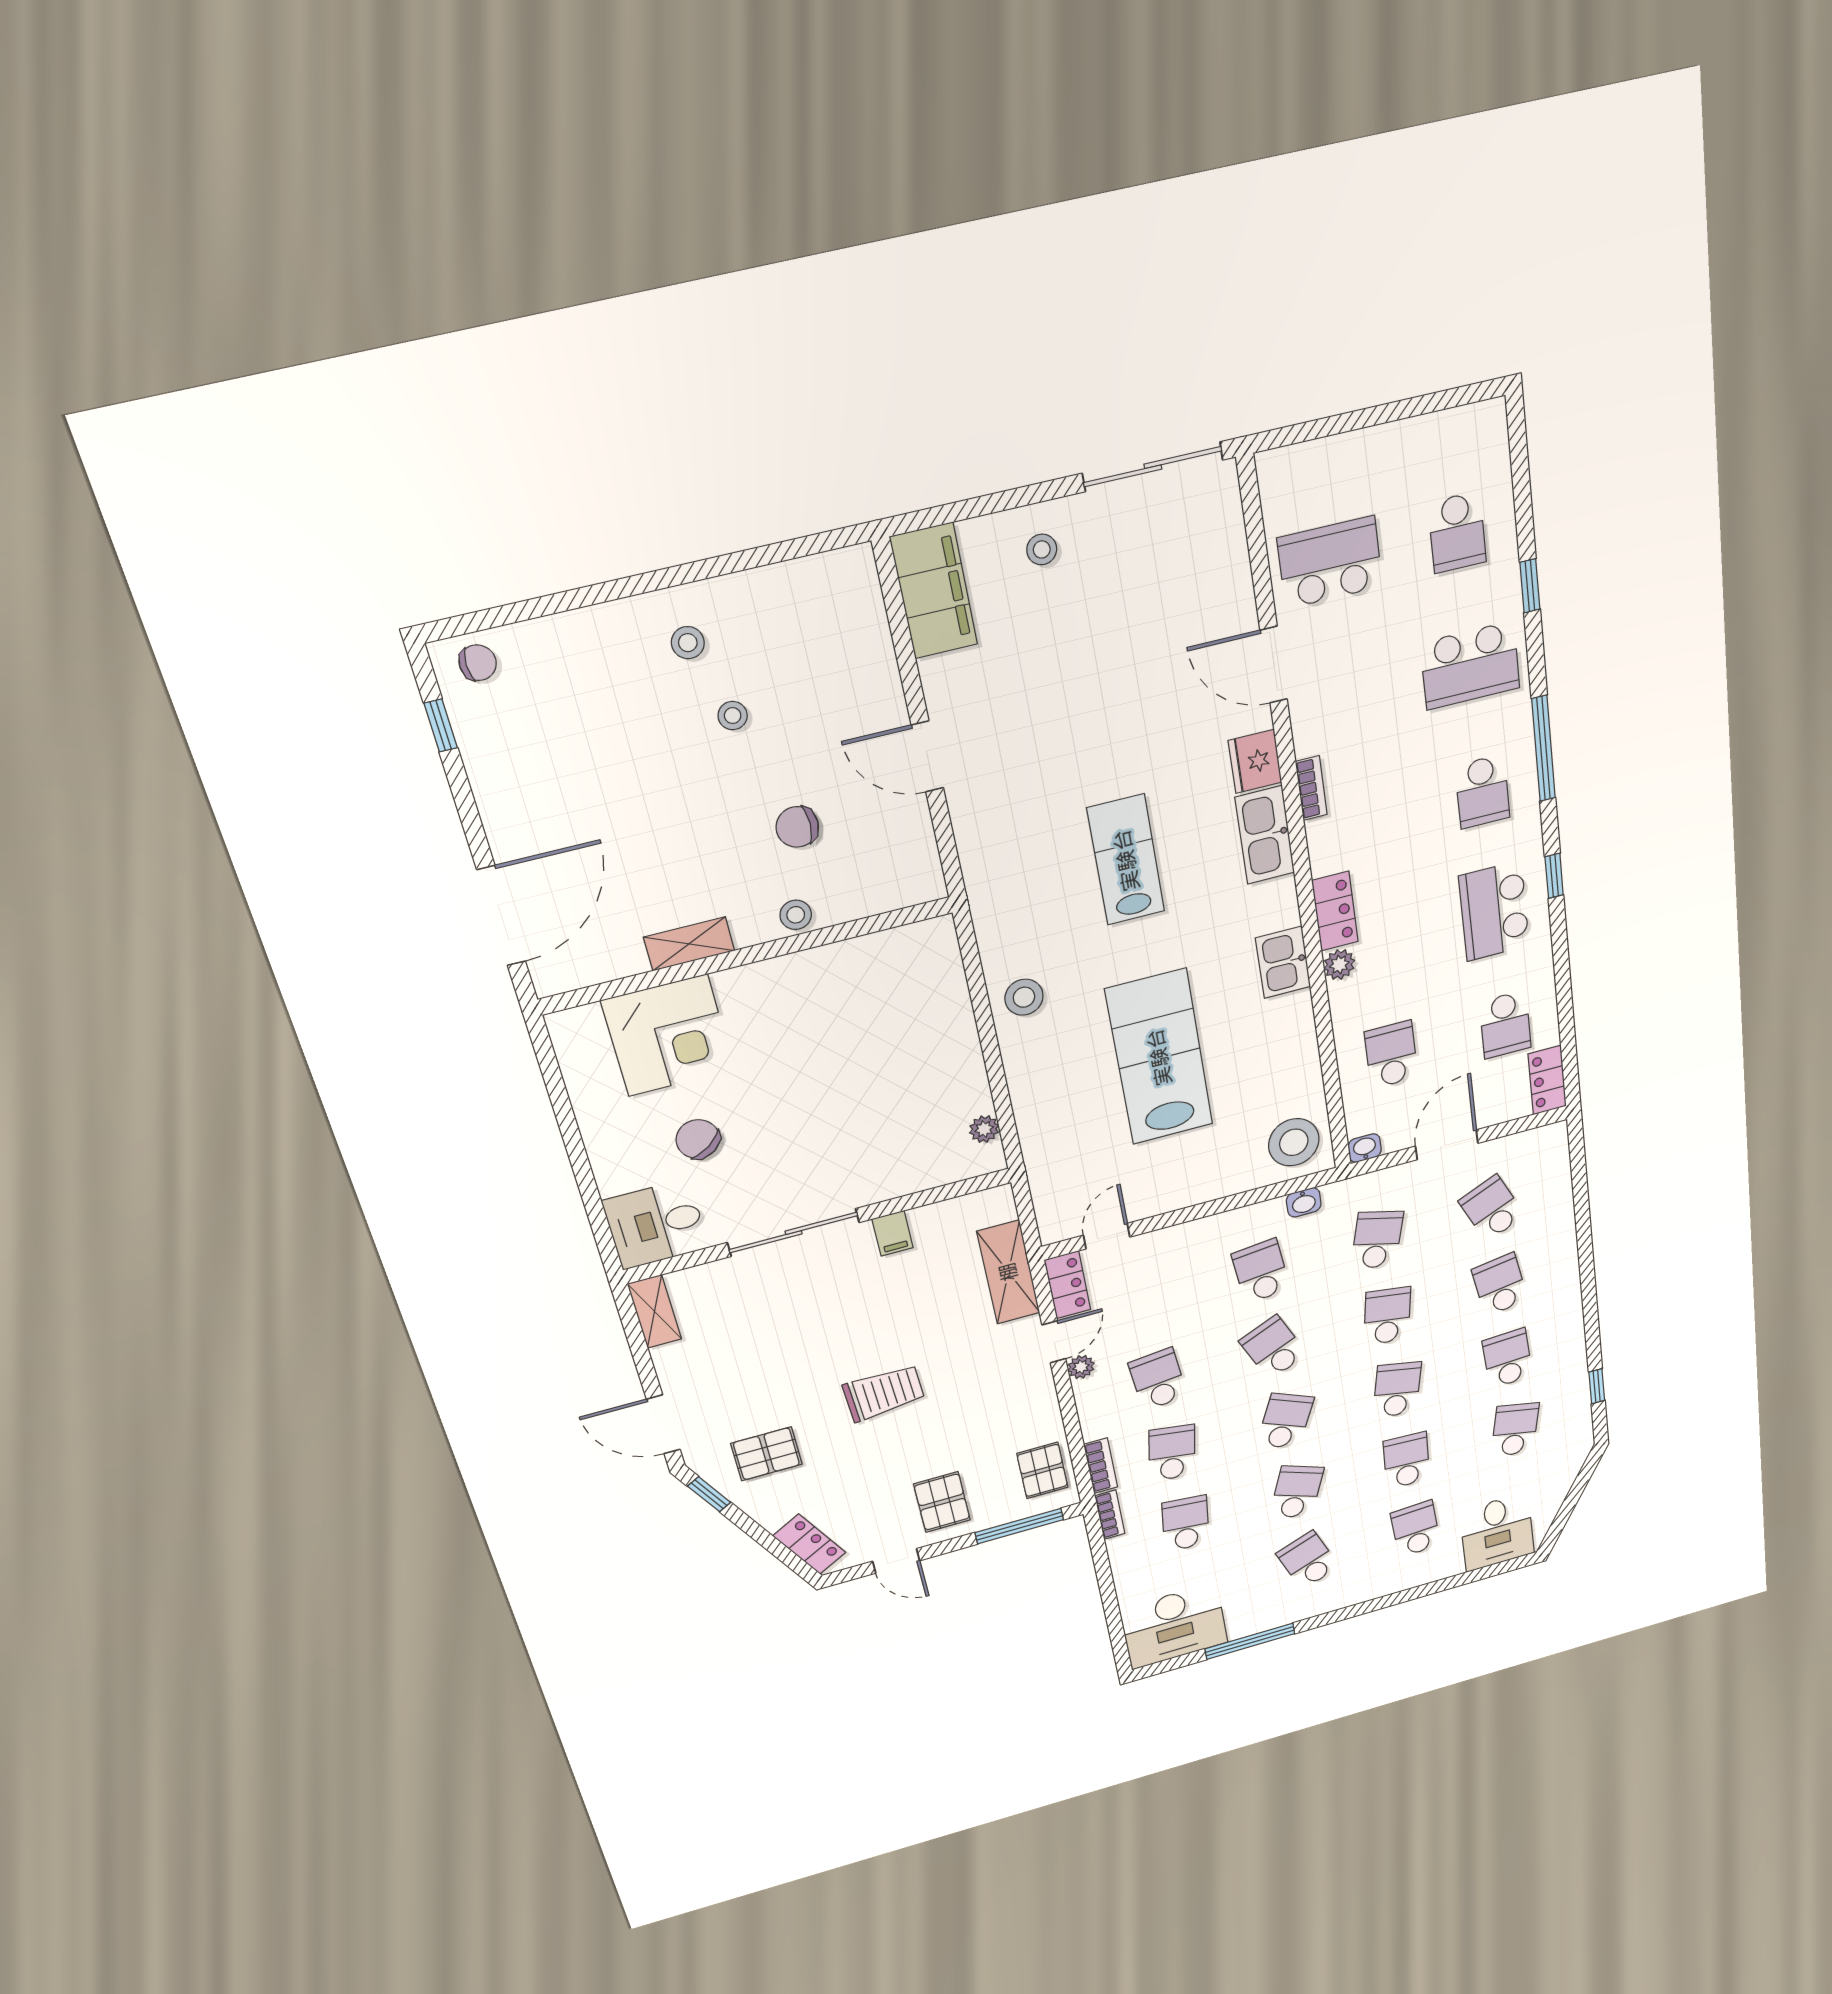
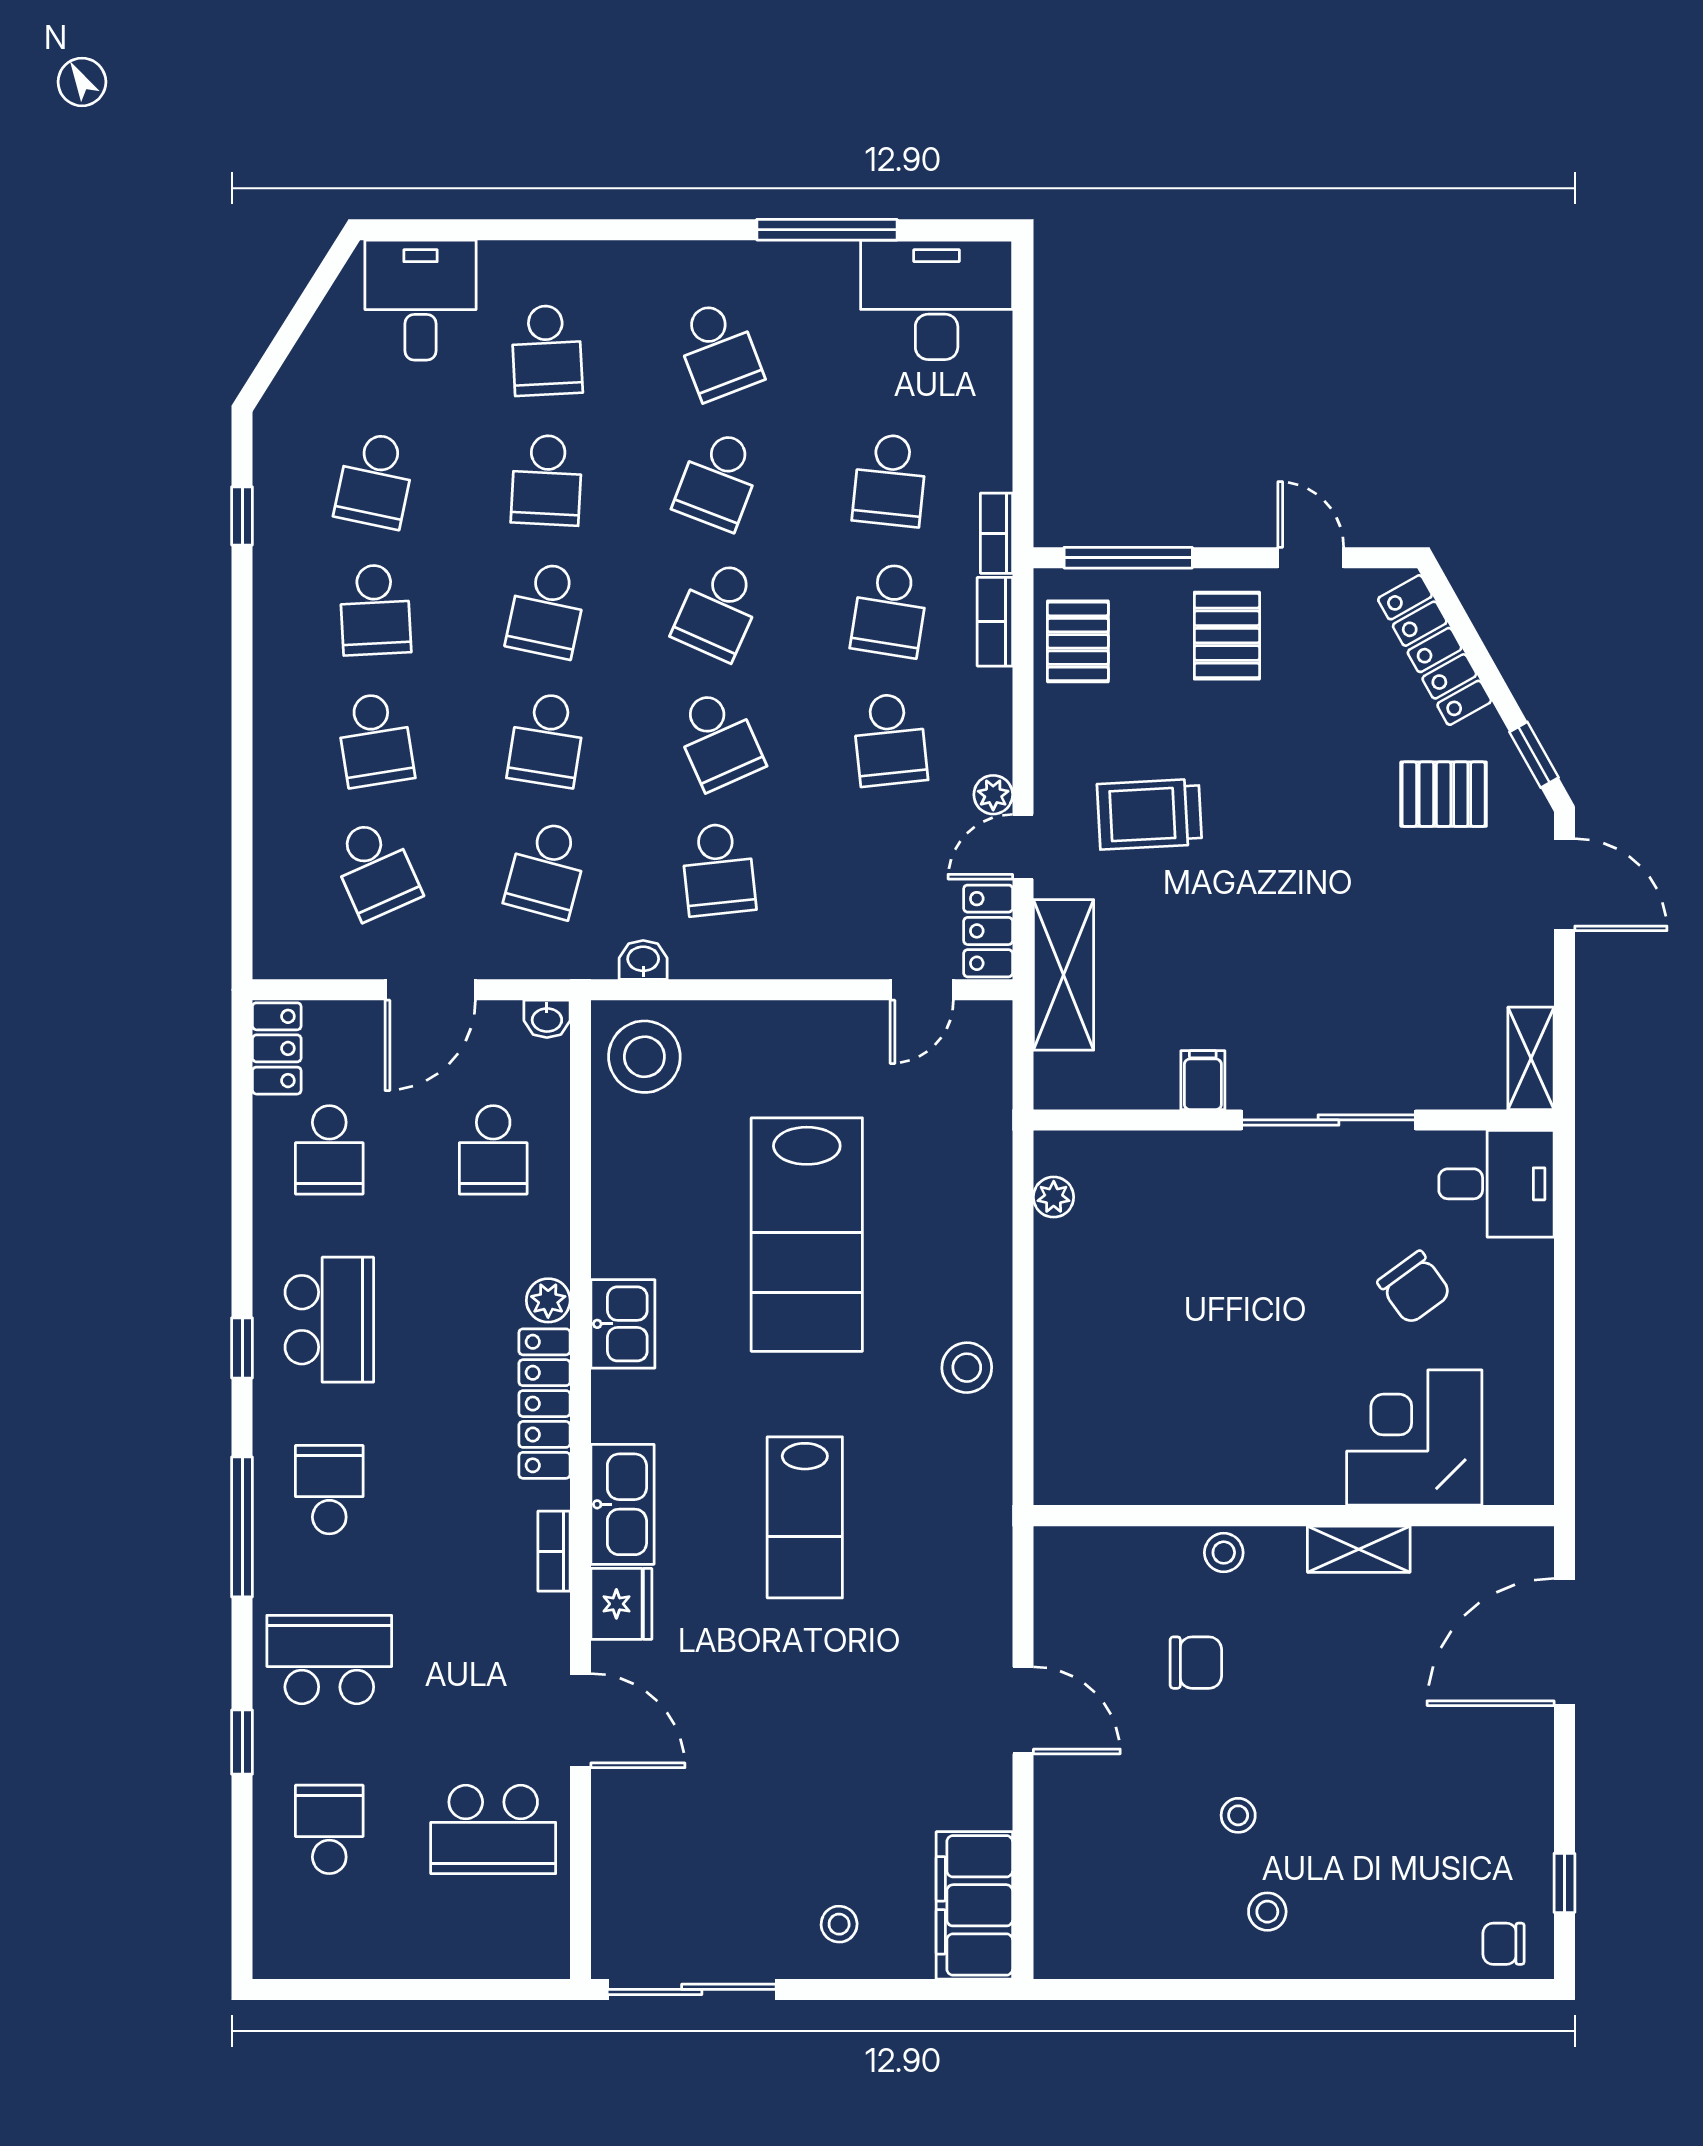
locker: (1335, 911) -> (544, 1404), width x1.53
school desk: (1505, 1025) -> (329, 1150), turned 180
trolley: (884, 1393) -> (1149, 814), moved
locker: (809, 1544) -> (1435, 650), width x1.53

